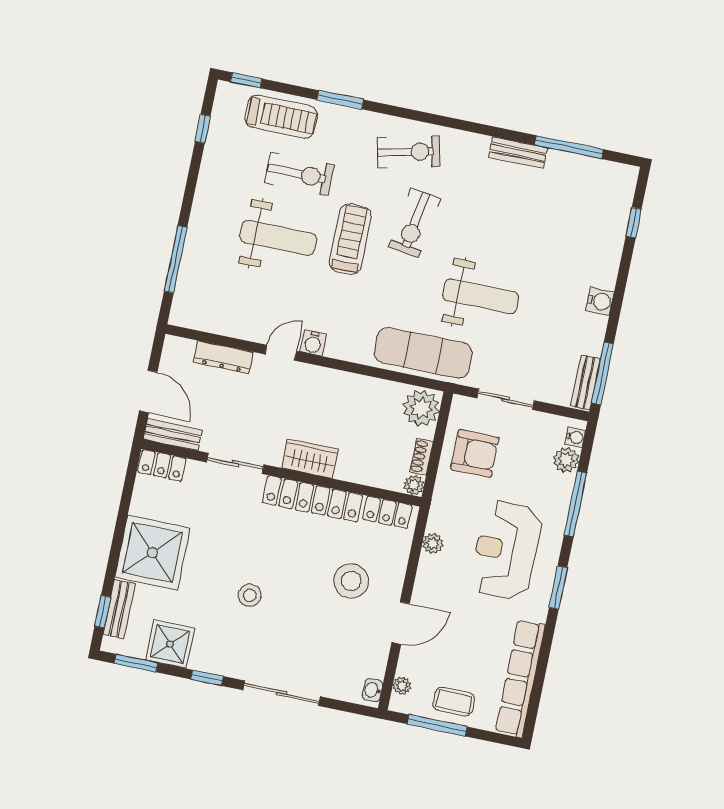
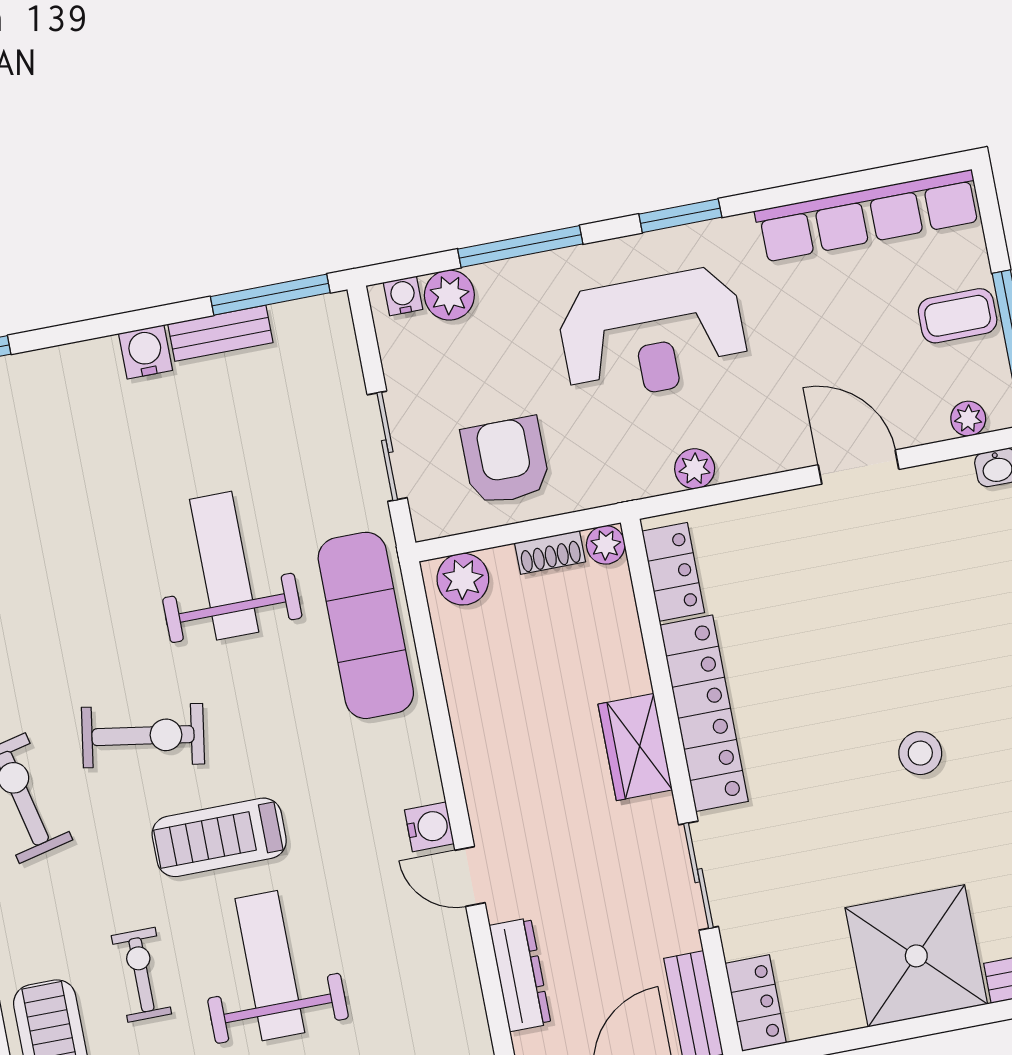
exercise bike: (299, 174) -> (141, 975), width x0.73, depth x0.72
bench: (585, 382) -> (220, 333), moved
plant: (421, 408) -> (463, 579), width x0.73, depth x0.73
stool: (351, 581) -> (820, 585), removed
coffee table: (454, 701) -> (958, 316), turned 90

